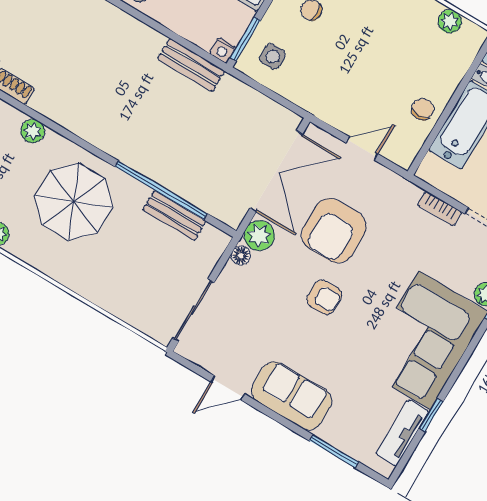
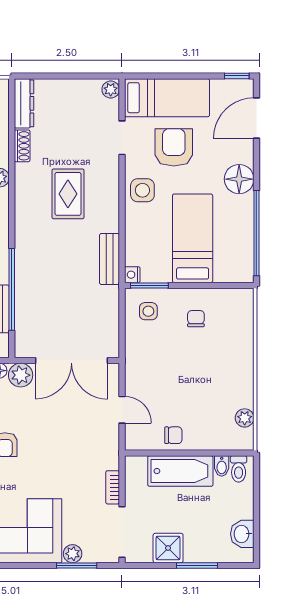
rug: (94, 68) -> (68, 194), added
armchair: (334, 231) -> (54, 424), removed

